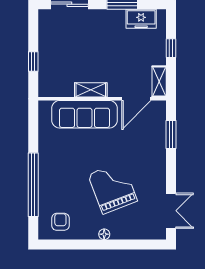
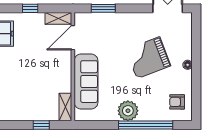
shelving: (91, 90) -> (65, 107), moved
door: (136, 99) -> (73, 38), swing flipped
plant: (50, 164) -> (128, 111), added

